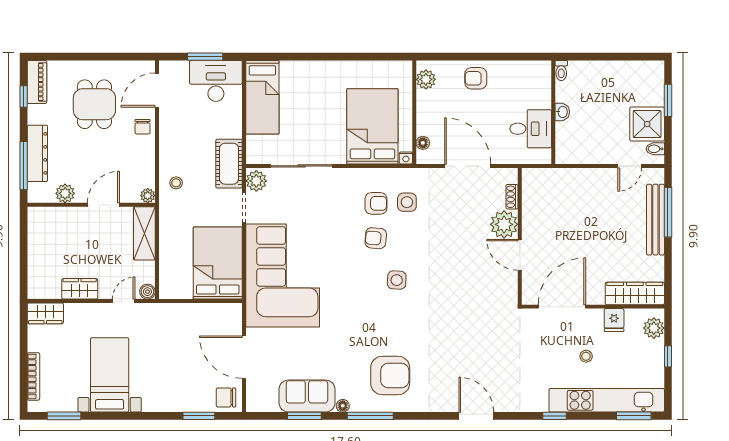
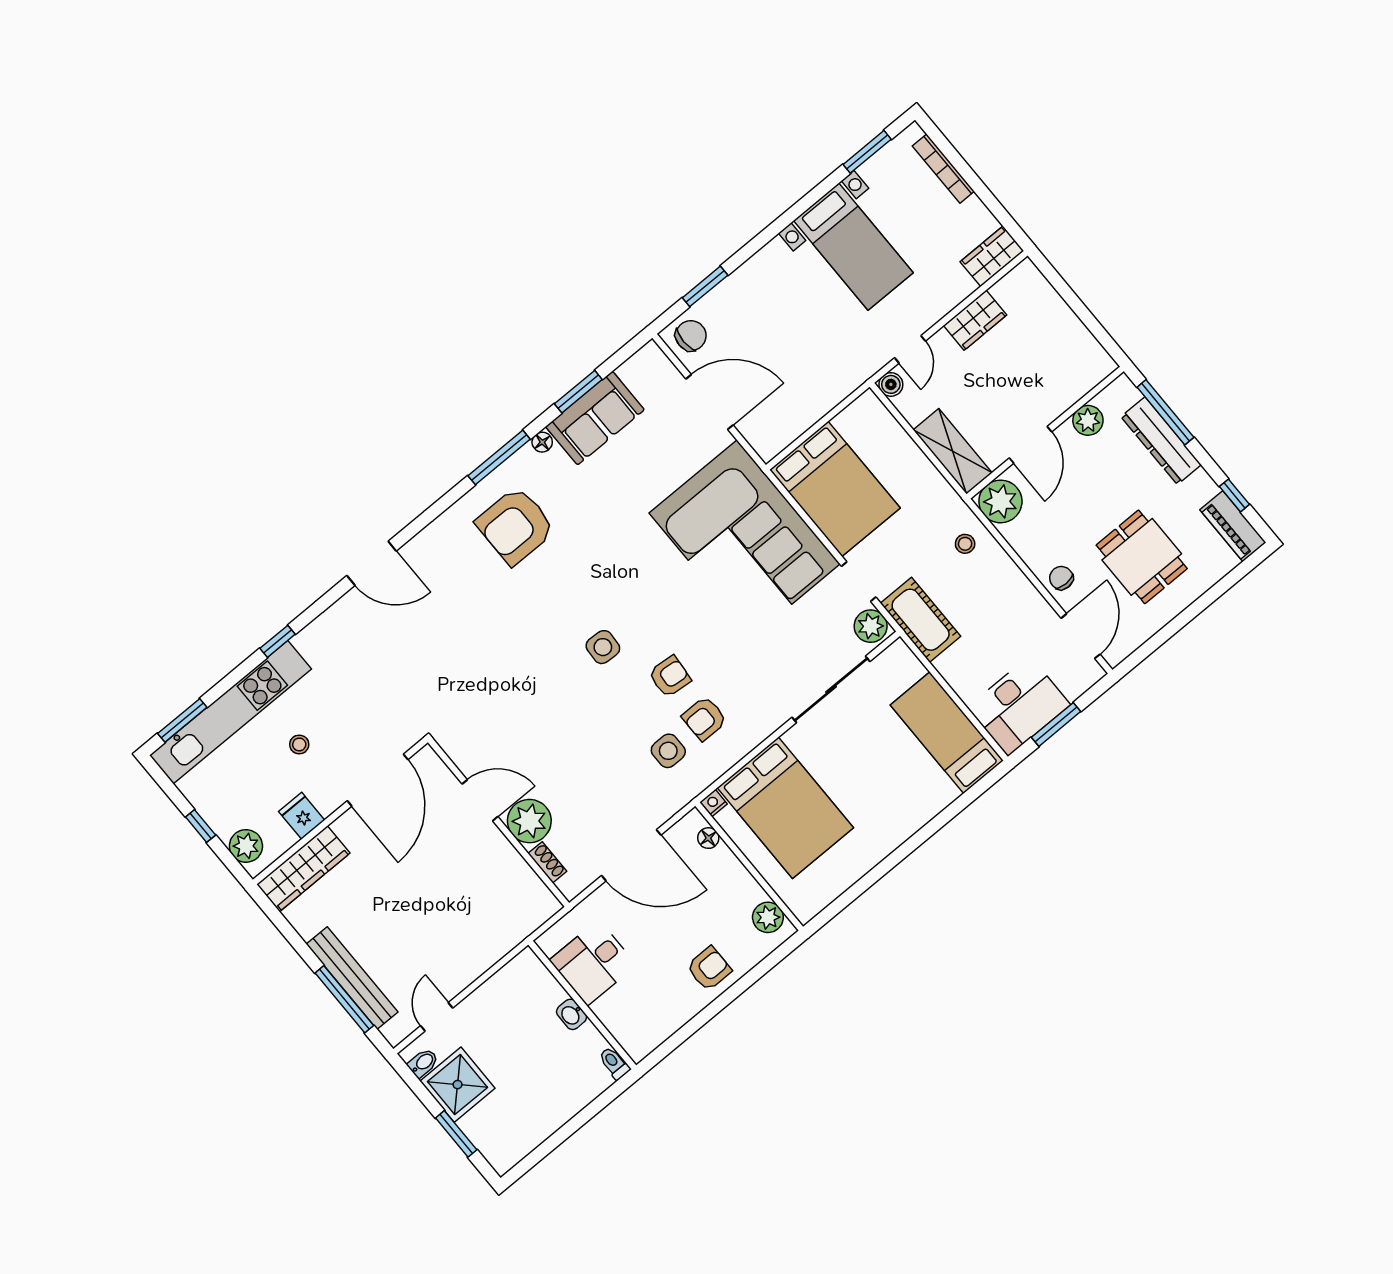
plant: (148, 196) -> (1000, 501), width x1.88, depth x1.88

